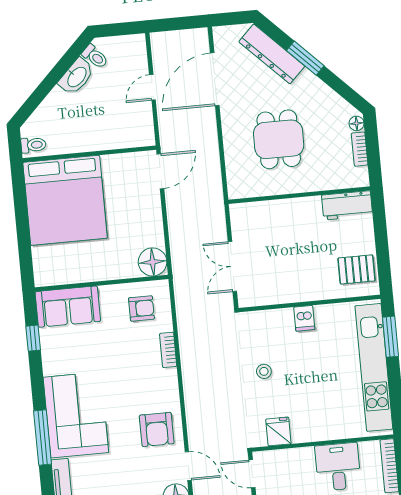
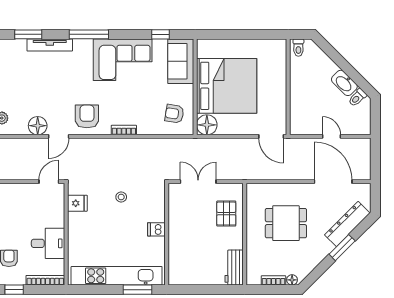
bed: (65, 200) -> (227, 86), moved, turned 180
pallet: (357, 269) -> (226, 214), moved
armchair: (141, 308) -> (174, 114), turned 99
bookcase: (168, 350) -> (124, 130), moved
corner sofa: (76, 415) -> (123, 60), moved
armchair: (157, 429) -> (87, 116), turned 90

